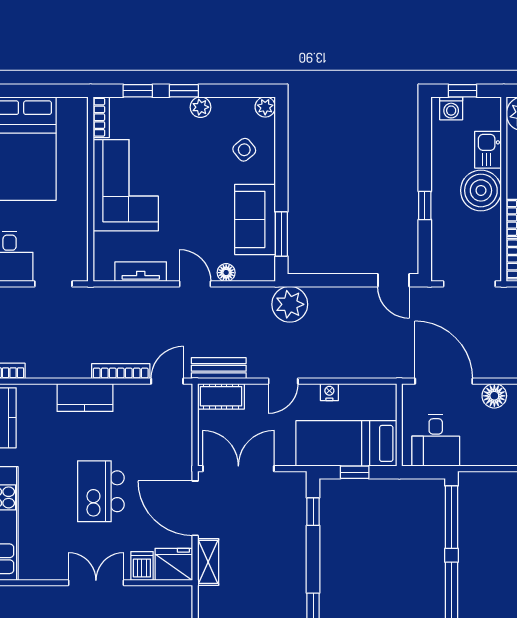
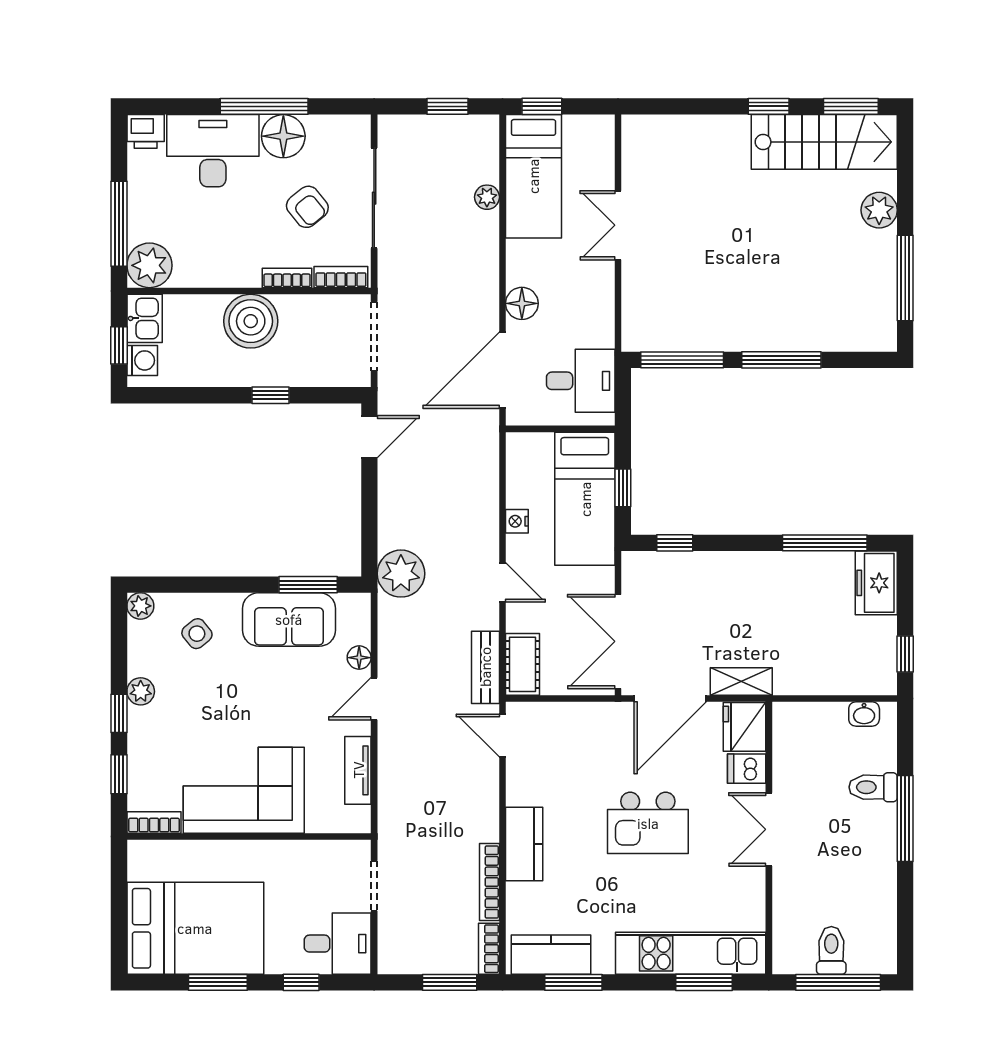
kitchen sink: (488, 150) -> (145, 318), moved, turned -90
bookcase: (121, 371) -> (489, 882), moved

